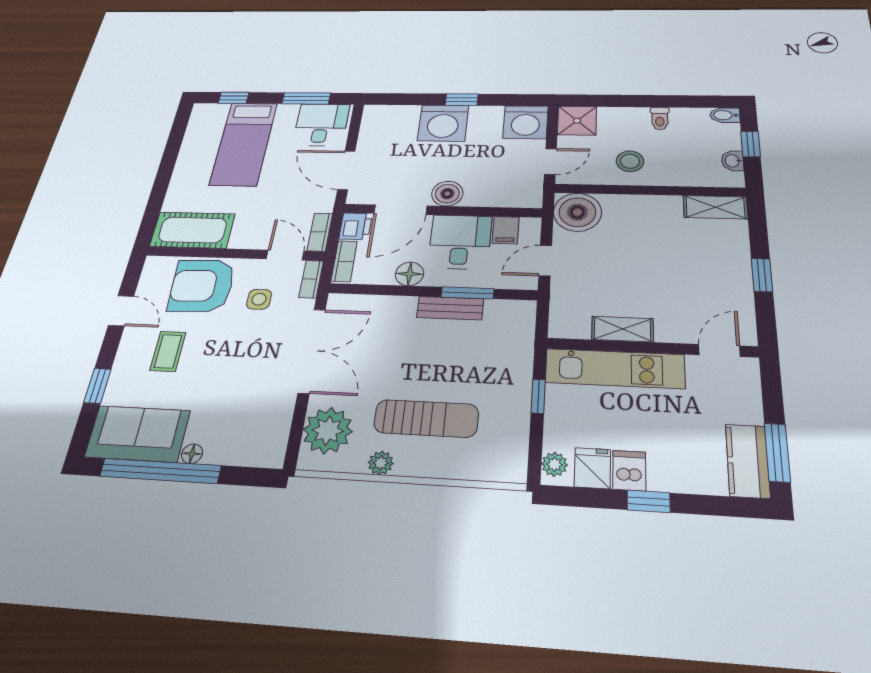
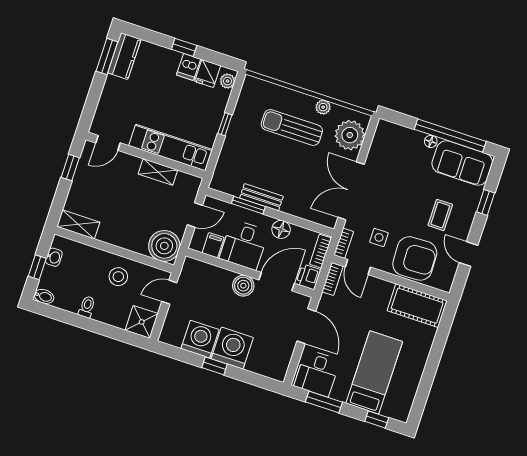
washing machine: (525, 122) -> (200, 339), moved
shelving: (622, 329) -> (158, 172), moved
wall: (651, 348) -> (145, 155), moved
door: (719, 350) -> (108, 143), moved
kitchen unit: (615, 369) -> (171, 148), moved

